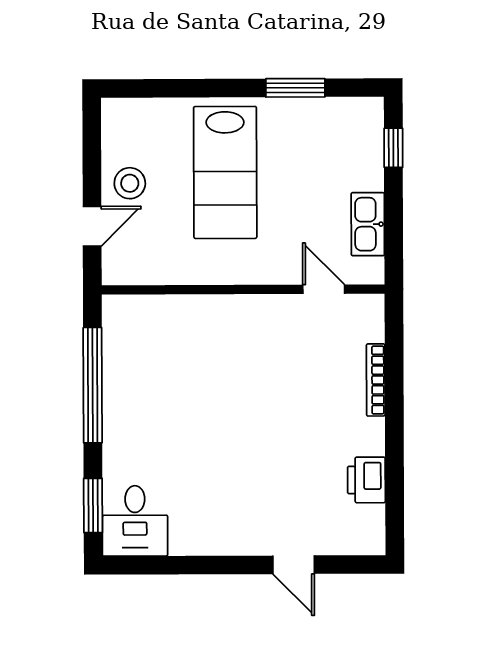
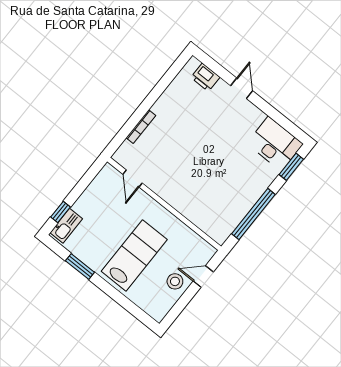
kitchen sink: (368, 224) -> (66, 226), moved
printer: (366, 480) -> (205, 77), moved, turned 90
desk: (135, 521) -> (275, 144), width x1.37
door: (294, 565) -> (242, 88), moved

